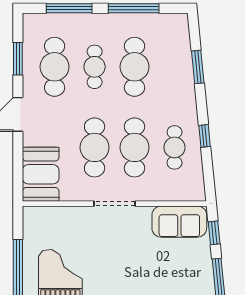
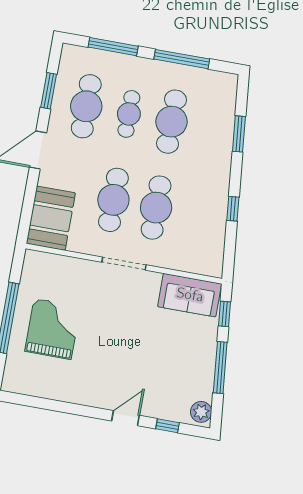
cafe table: (175, 147) -> (199, 215), removed

